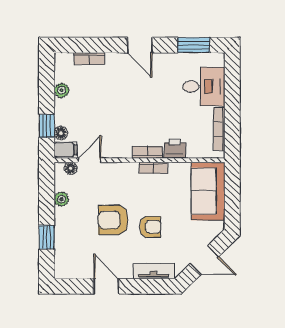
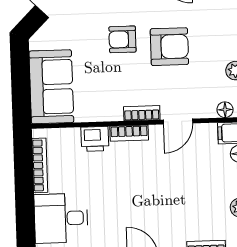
door: (90, 160) -> (178, 122), moved
bookcase: (153, 168) -> (142, 113), moved

